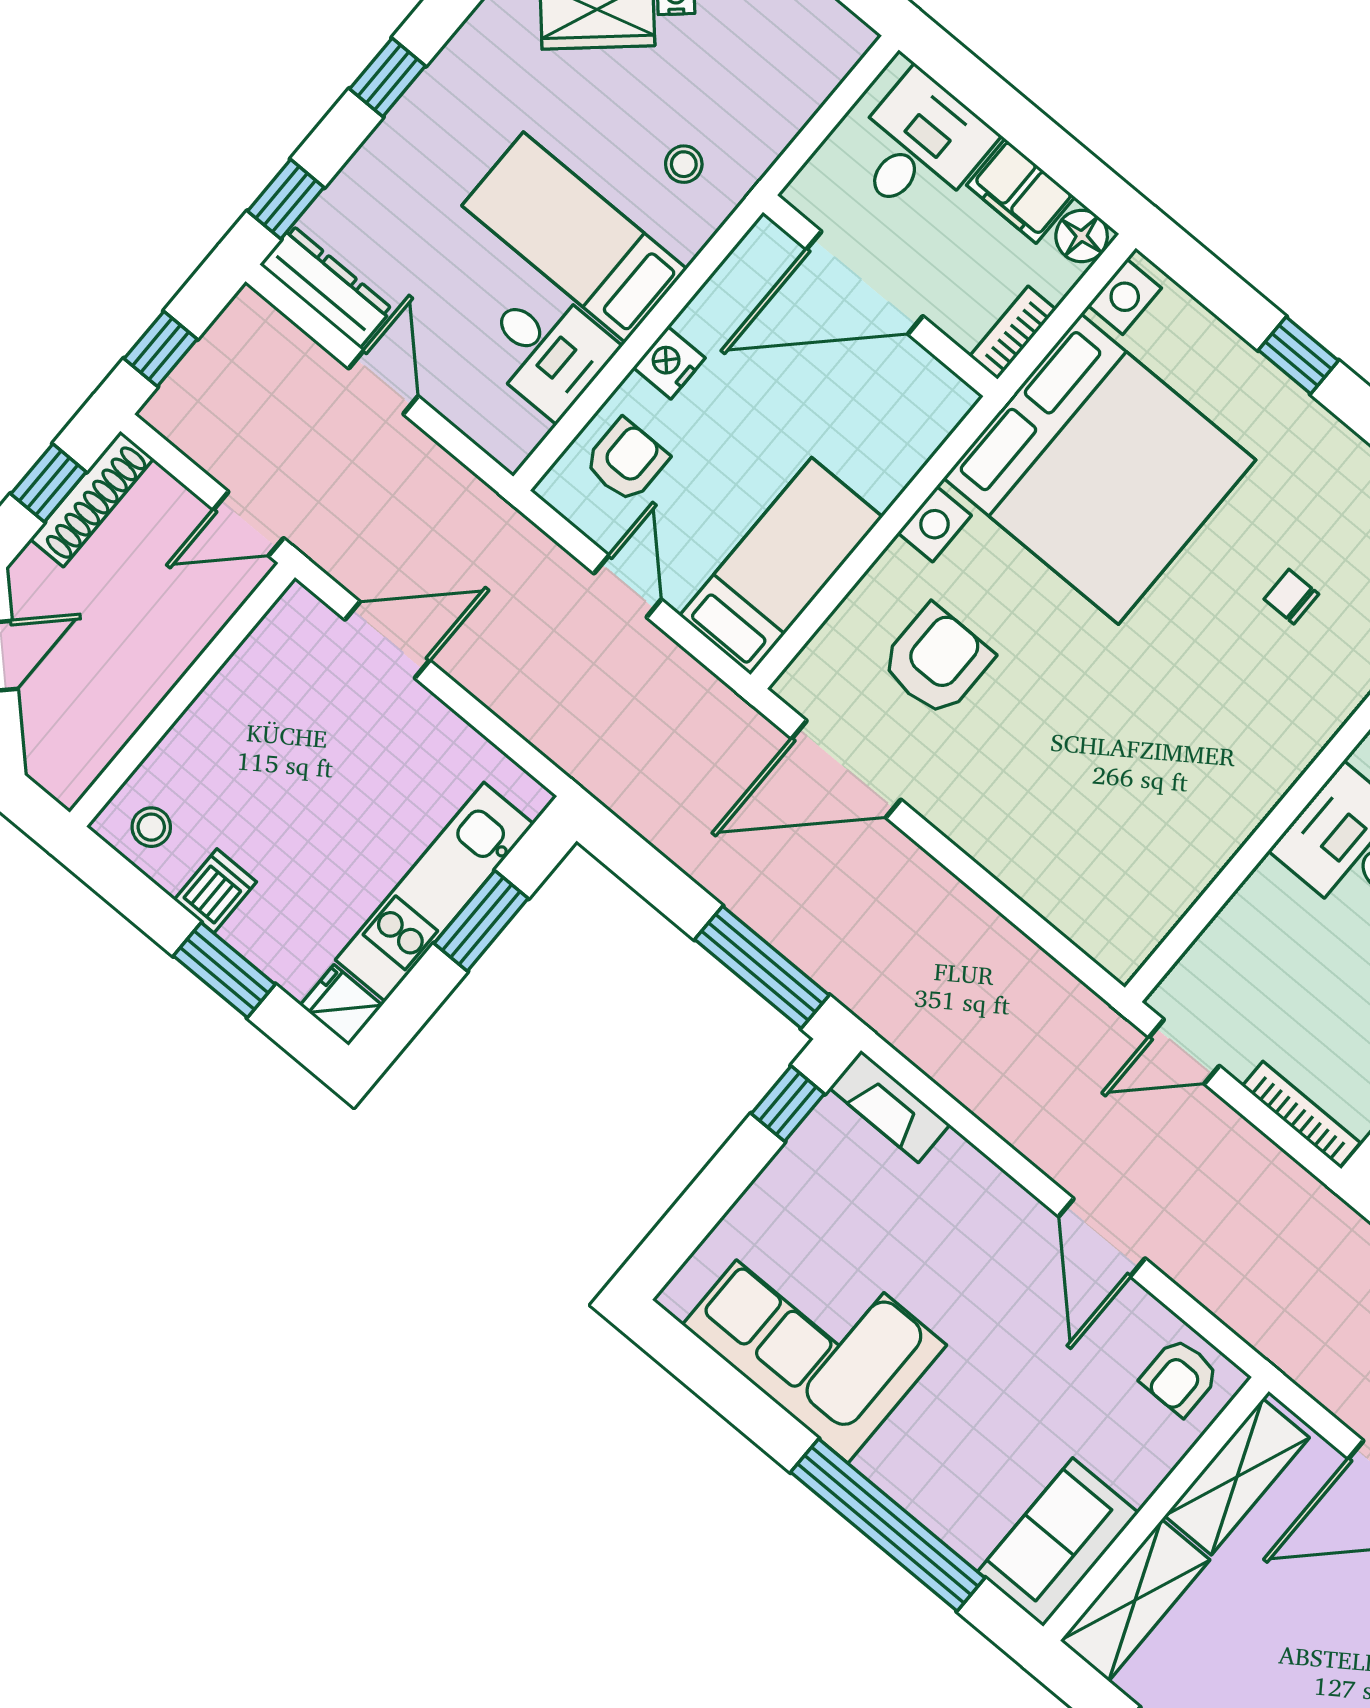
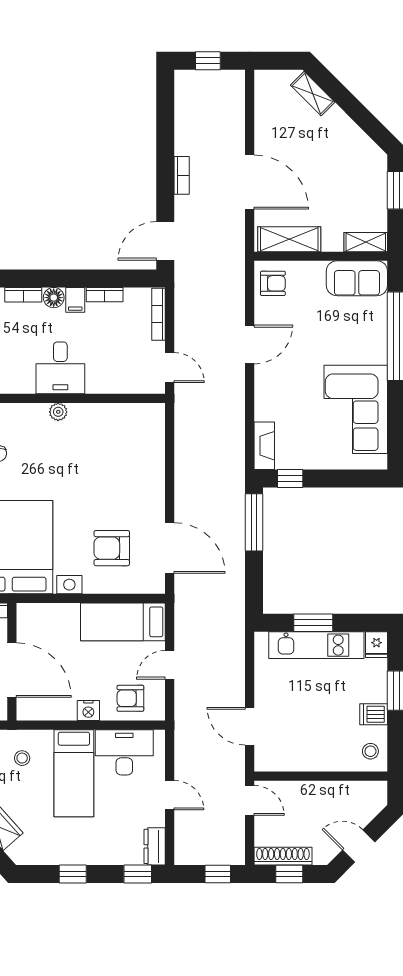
dresser: (326, 287) -> (155, 846), width x0.70
desk: (547, 350) -> (124, 752), width x1.37
door: (383, 382) -> (170, 795), swing flipped
plant: (1276, 774) -> (58, 412), added
shelving: (1135, 1600) -> (366, 242), width x0.67, depth x0.75

